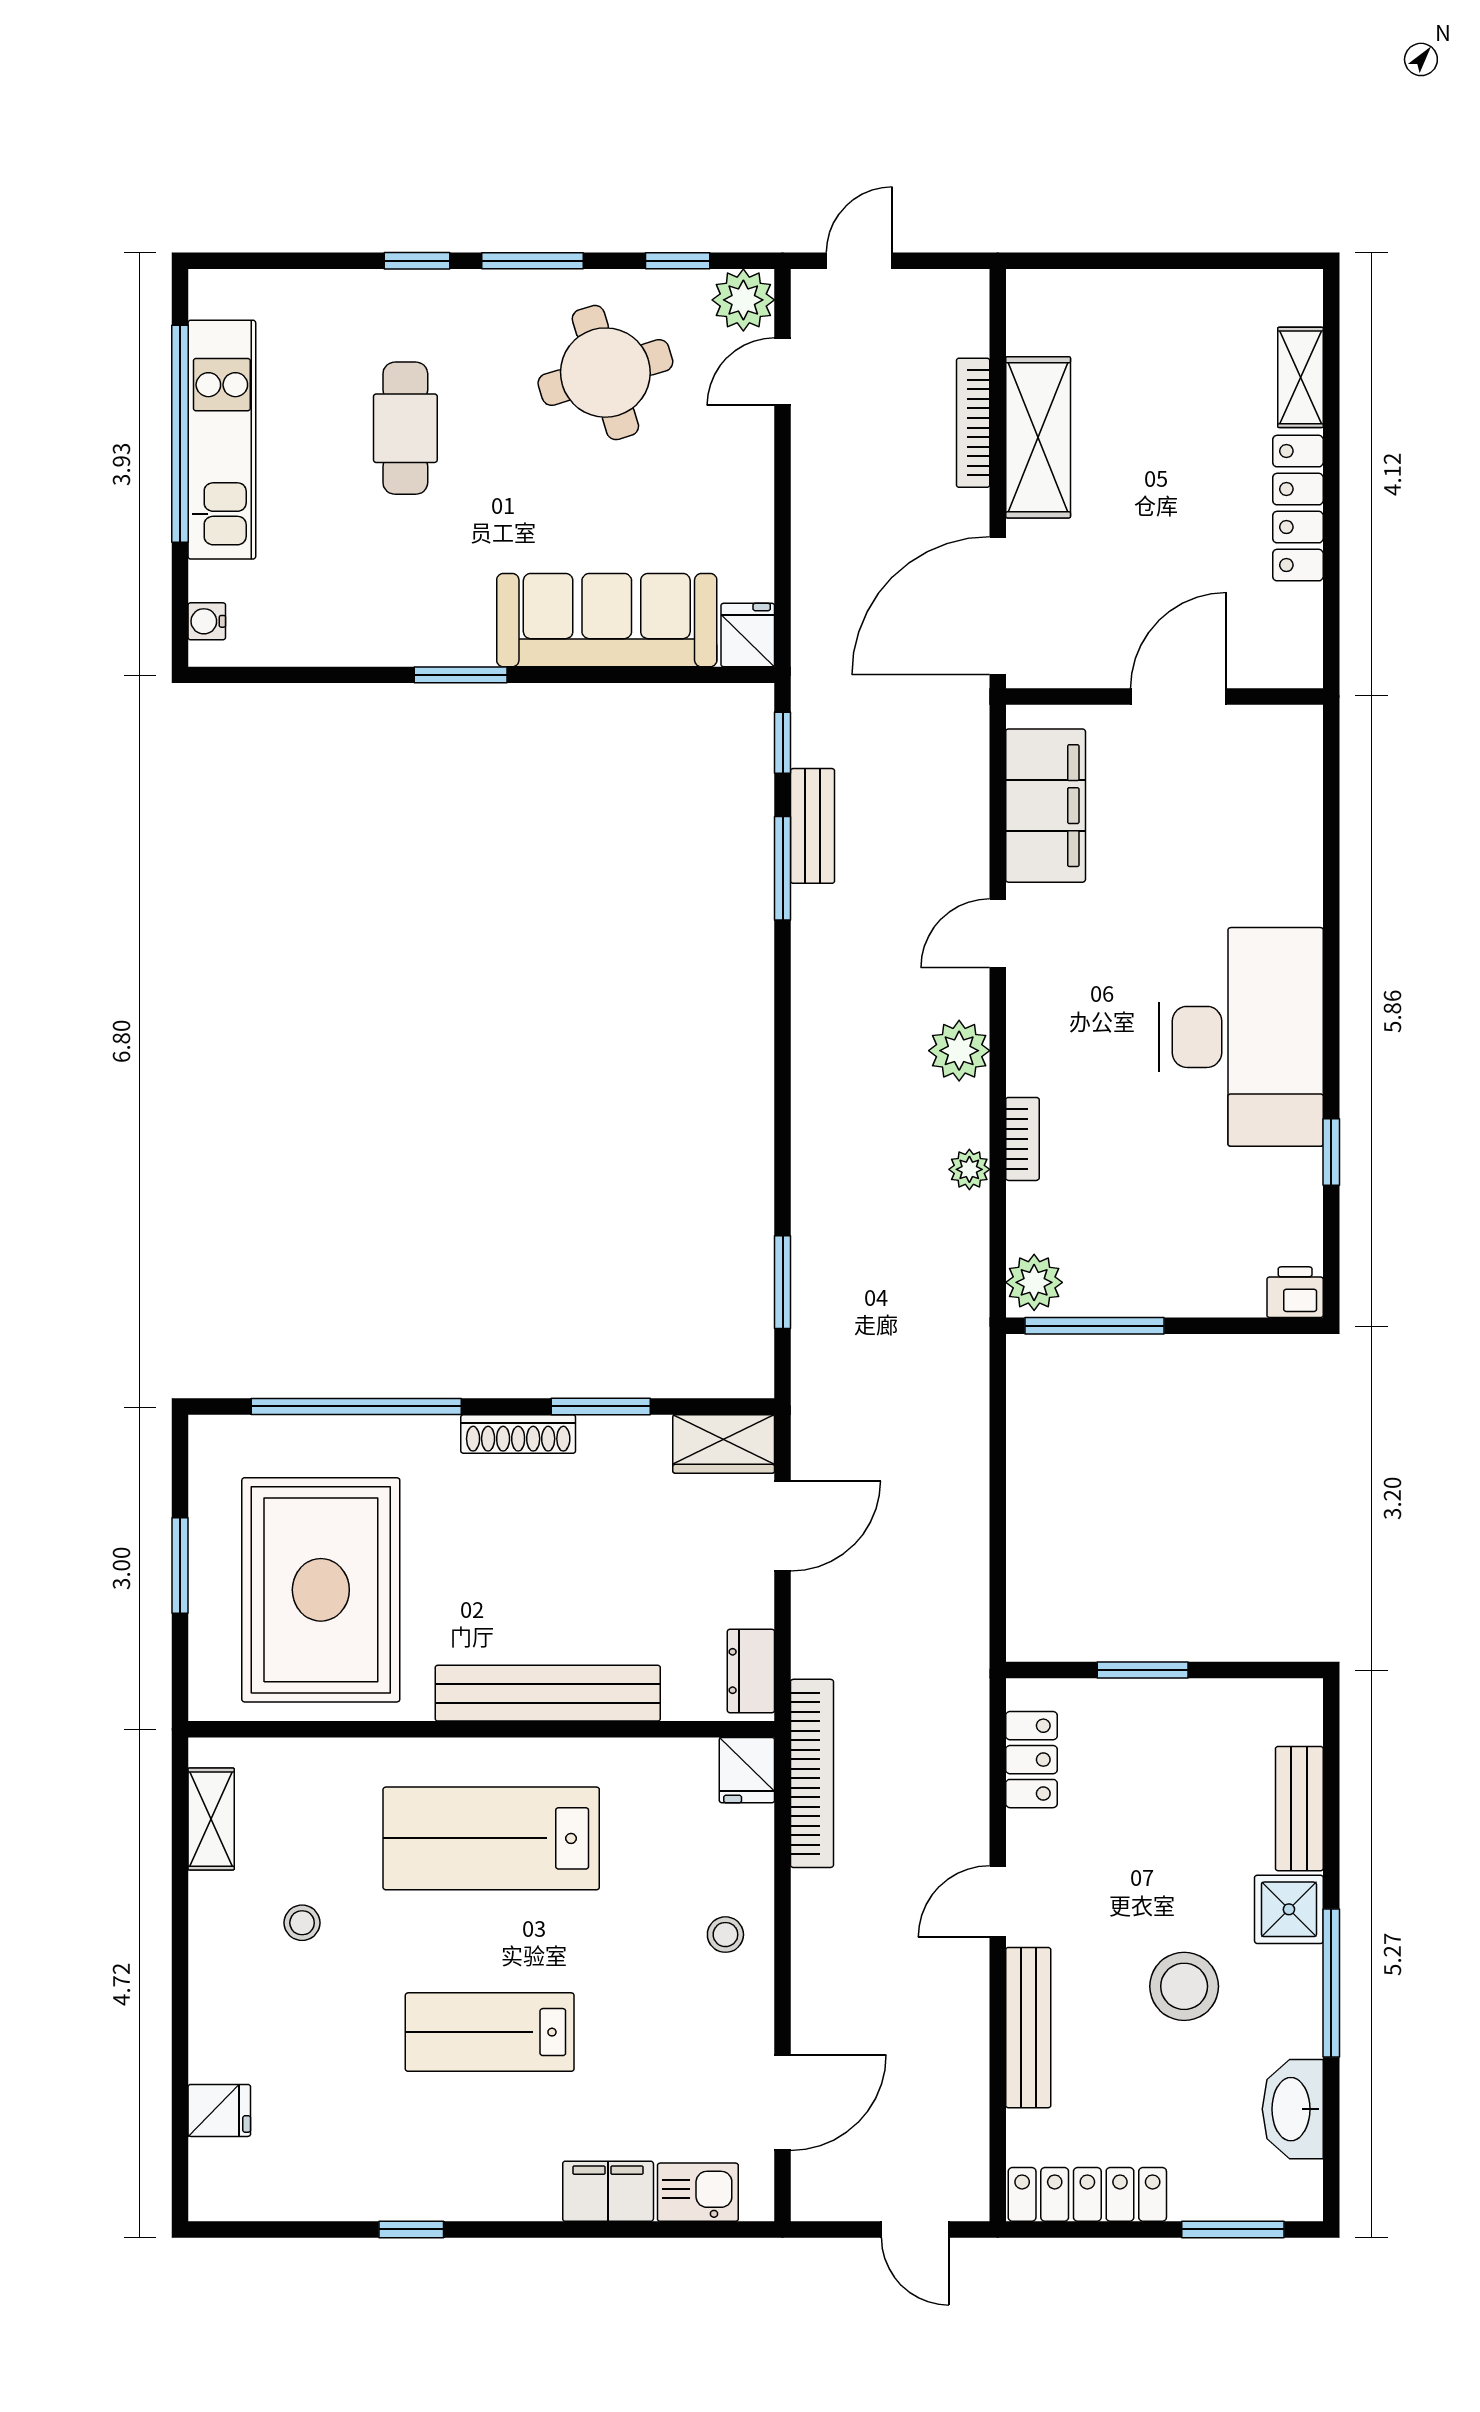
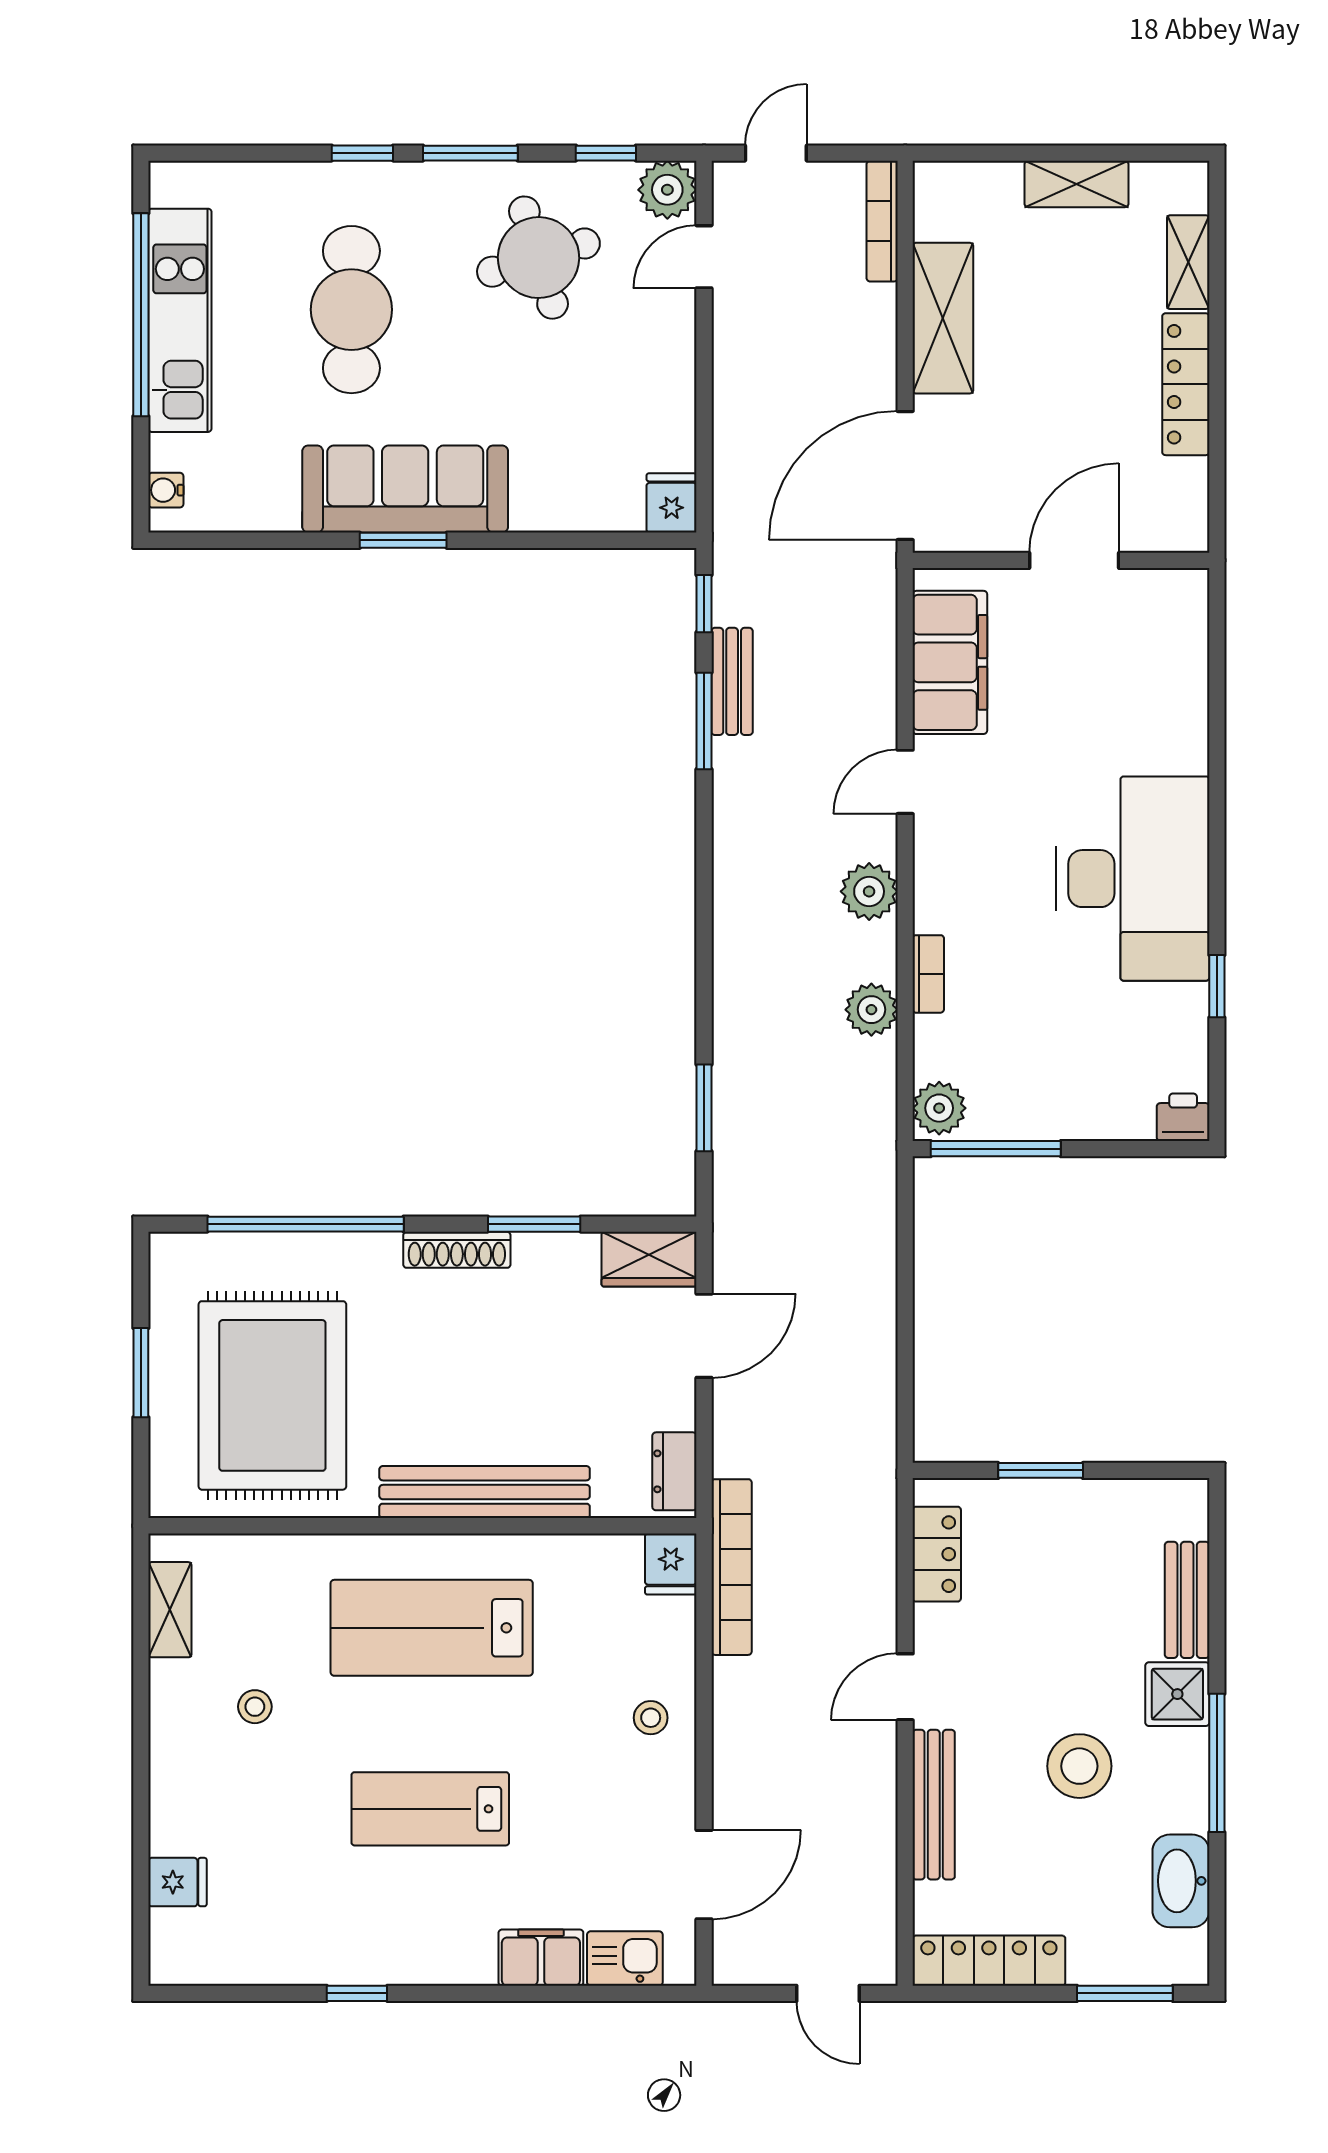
shelving: (1181, 294) -> (1076, 184), added
bookcase: (973, 423) -> (882, 221), moved
cafe table: (405, 428) -> (351, 310), width x1.37, depth x1.35
sofa: (607, 620) -> (405, 489), moved
plant: (969, 1169) -> (871, 1010), width x1.38, depth x1.38

